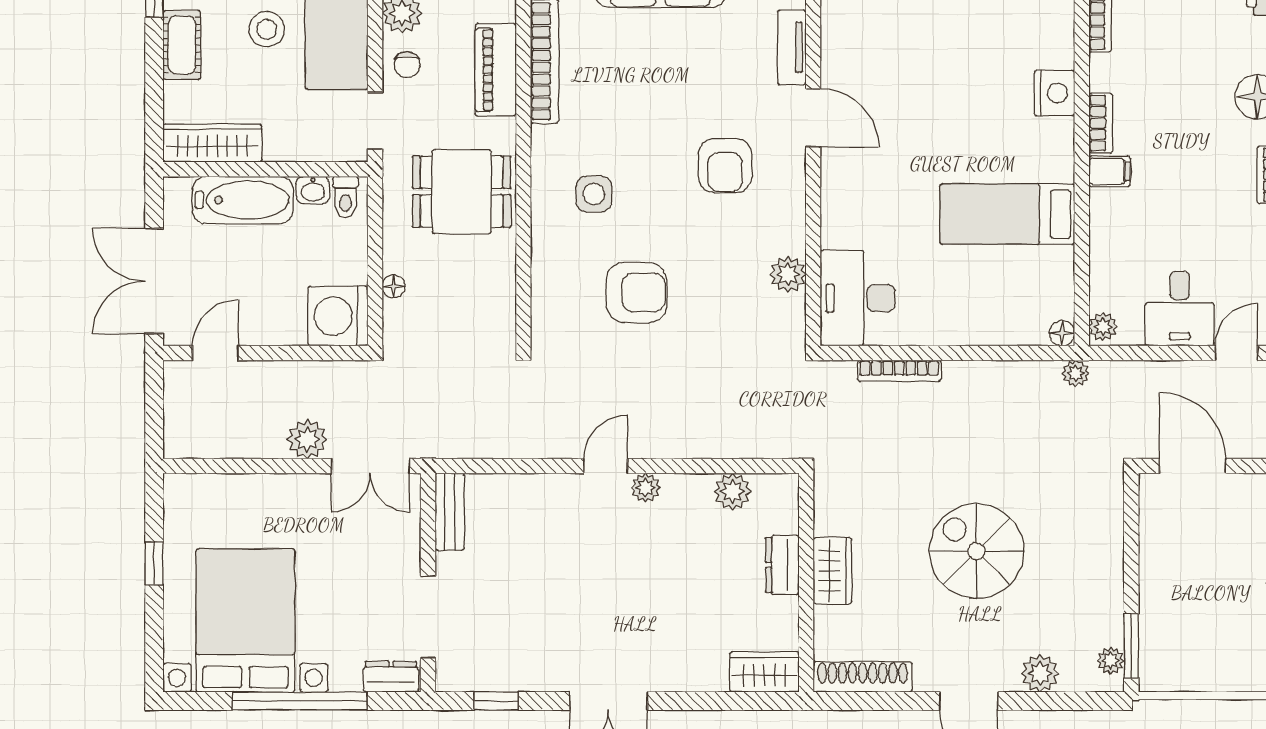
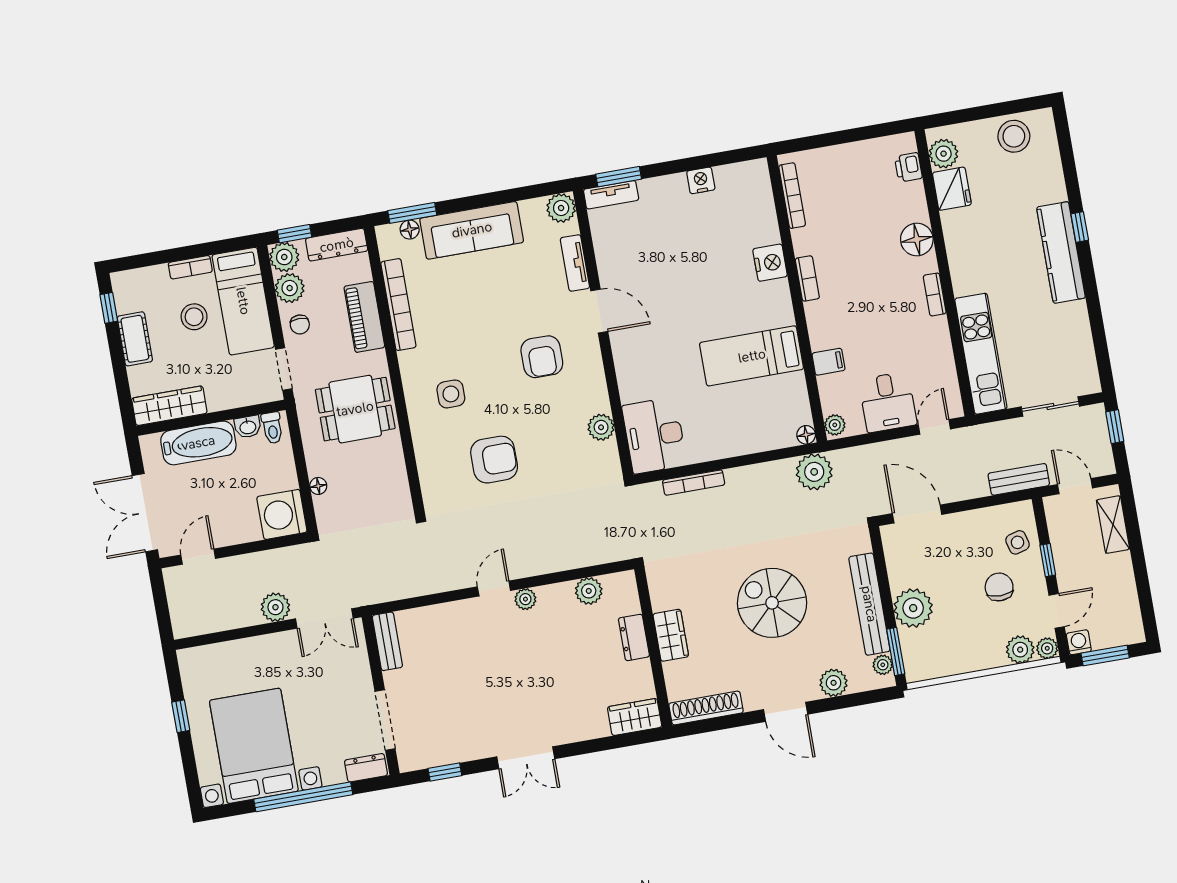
filing cabinet: (1109, 171) -> (828, 362), moved
plant: (1076, 373) -> (814, 472), width x1.87, depth x1.87
bench: (1107, 576) -> (869, 604), added
plant: (1165, 592) -> (913, 608), added

